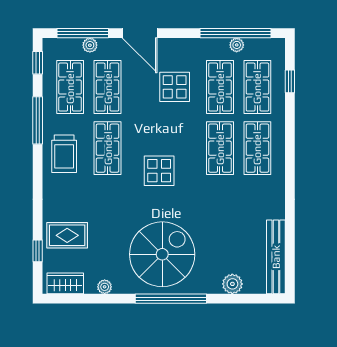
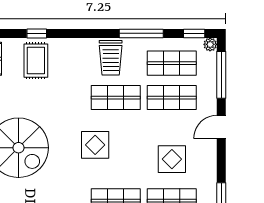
door: (140, 33) -> (221, 127), width x0.73
plant: (90, 45) -> (210, 44), moved
trolley: (64, 154) -> (111, 58), turned -90
window: (38, 251) -> (37, 33), moved

